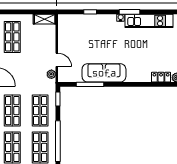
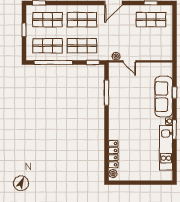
shelving: (45, 19) -> (168, 50), removed
door: (57, 60) -> (129, 61), hinge flipped
sofa: (104, 73) -> (164, 97), moved, turned 180
locker: (161, 77) -> (113, 154), width x1.53

